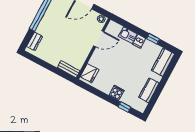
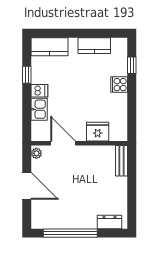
fridge: (90, 73) -> (98, 132), moved

